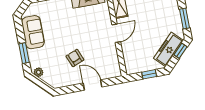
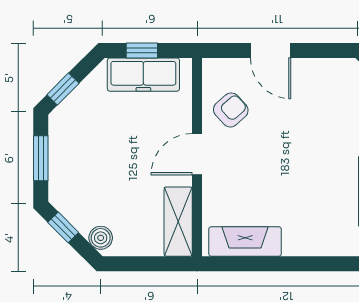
freezer: (168, 49) -> (143, 75), moved, turned 45
armchair: (75, 58) -> (231, 110), moved, turned -110

